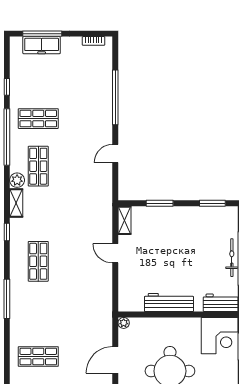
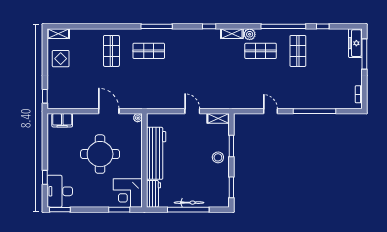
freezer: (42, 45) -> (355, 43), moved
stool: (174, 221) -> (218, 157), added
door: (115, 253) -> (192, 111), hinge flipped
shop shelf: (38, 261) -> (149, 51), moved
workbench: (169, 302) -> (156, 153), width x1.36, depth x1.32

